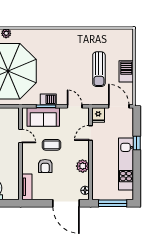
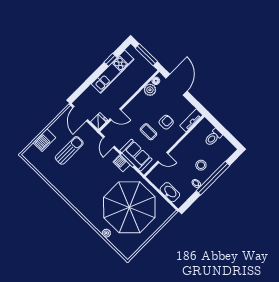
barbecue: (126, 71) -> (44, 140), moved
door: (21, 136) -> (163, 157), swing flipped
window: (137, 143) -> (110, 60), moved
plant: (83, 166) -> (150, 90), moved

